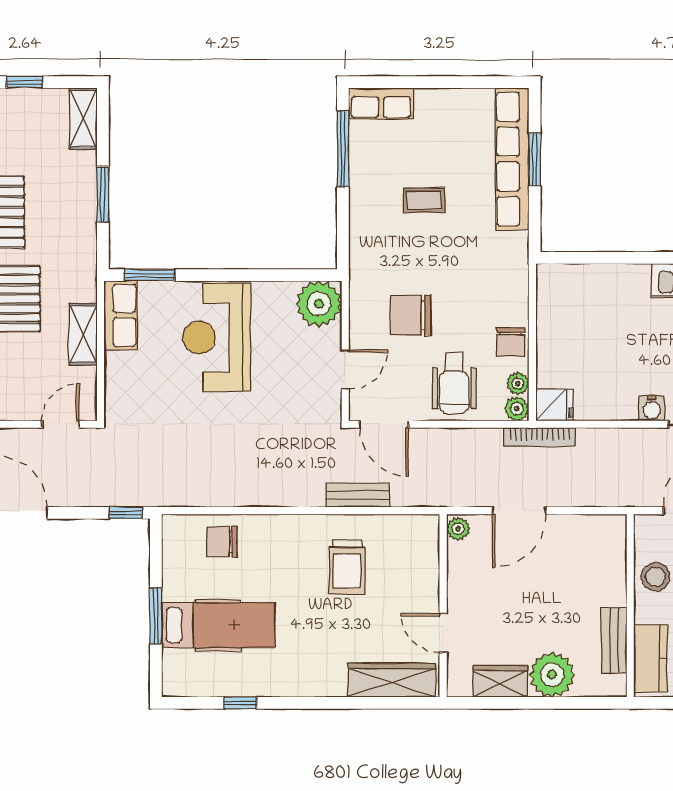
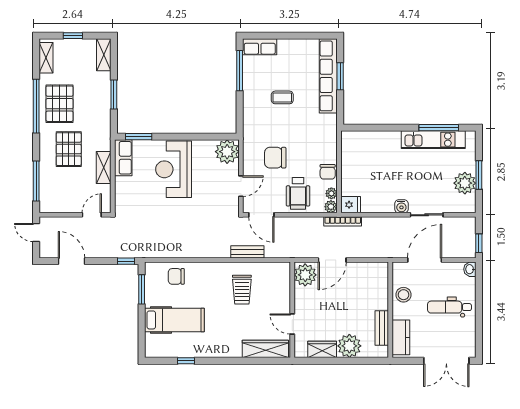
plant: (458, 529) -> (305, 275), width x1.87, depth x1.87
window: (156, 616) -> (142, 289), moved

